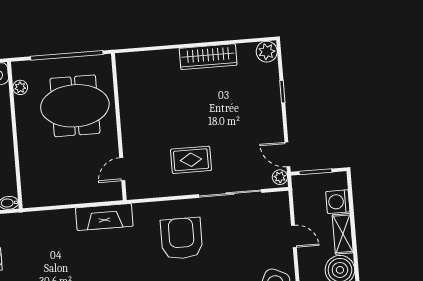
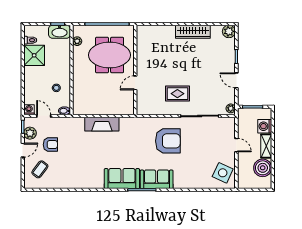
door: (287, 154) -> (236, 80), moved
door: (122, 169) -> (135, 83), moved
fireplace: (104, 217) -> (102, 124), moved
armchair: (181, 238) -> (168, 141), turned 90

